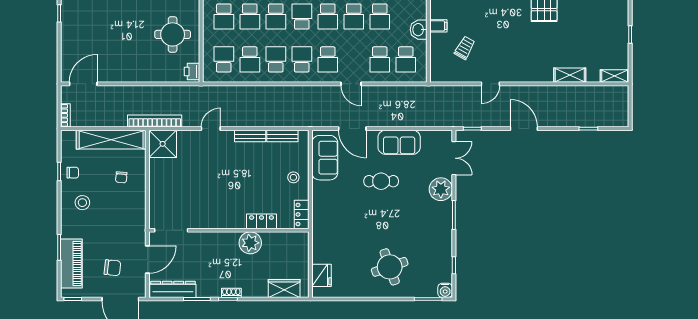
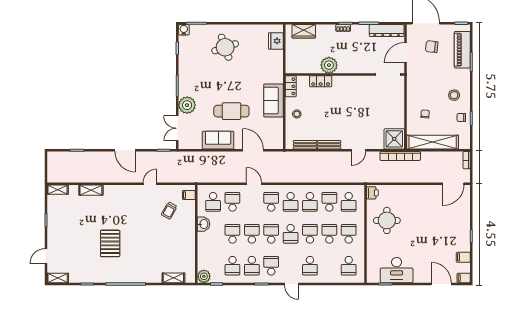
filing cabinet: (438, 26) -> (189, 195), moved
school desk: (406, 59) -> (213, 202), turned 180
sofa: (325, 158) -> (273, 100), moved
cafe table: (381, 181) -> (231, 111), width x1.37, depth x1.35

